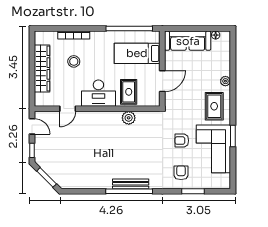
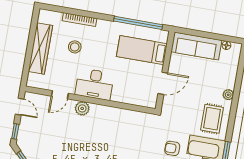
rug: (129, 92) -> (126, 88), removed
plant: (129, 118) -> (82, 108), moved

